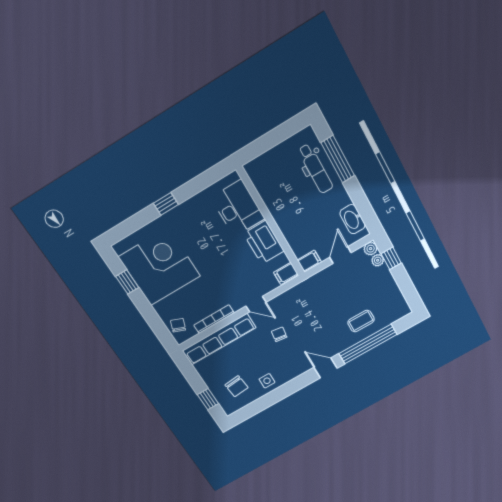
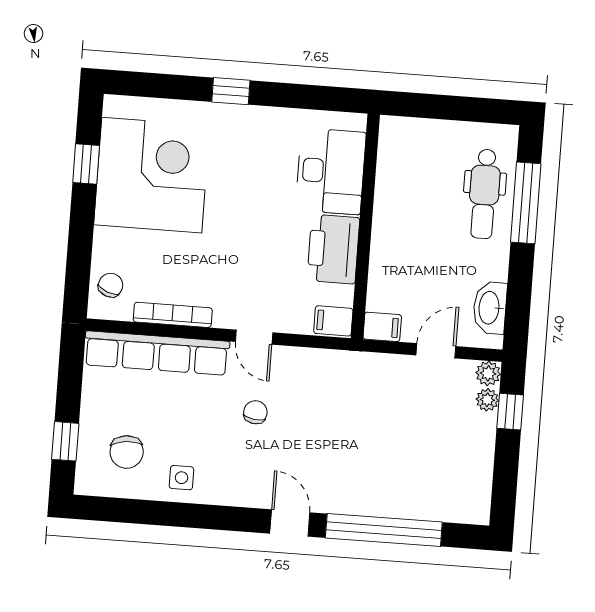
coffee table: (361, 321) -> (398, 482), removed

